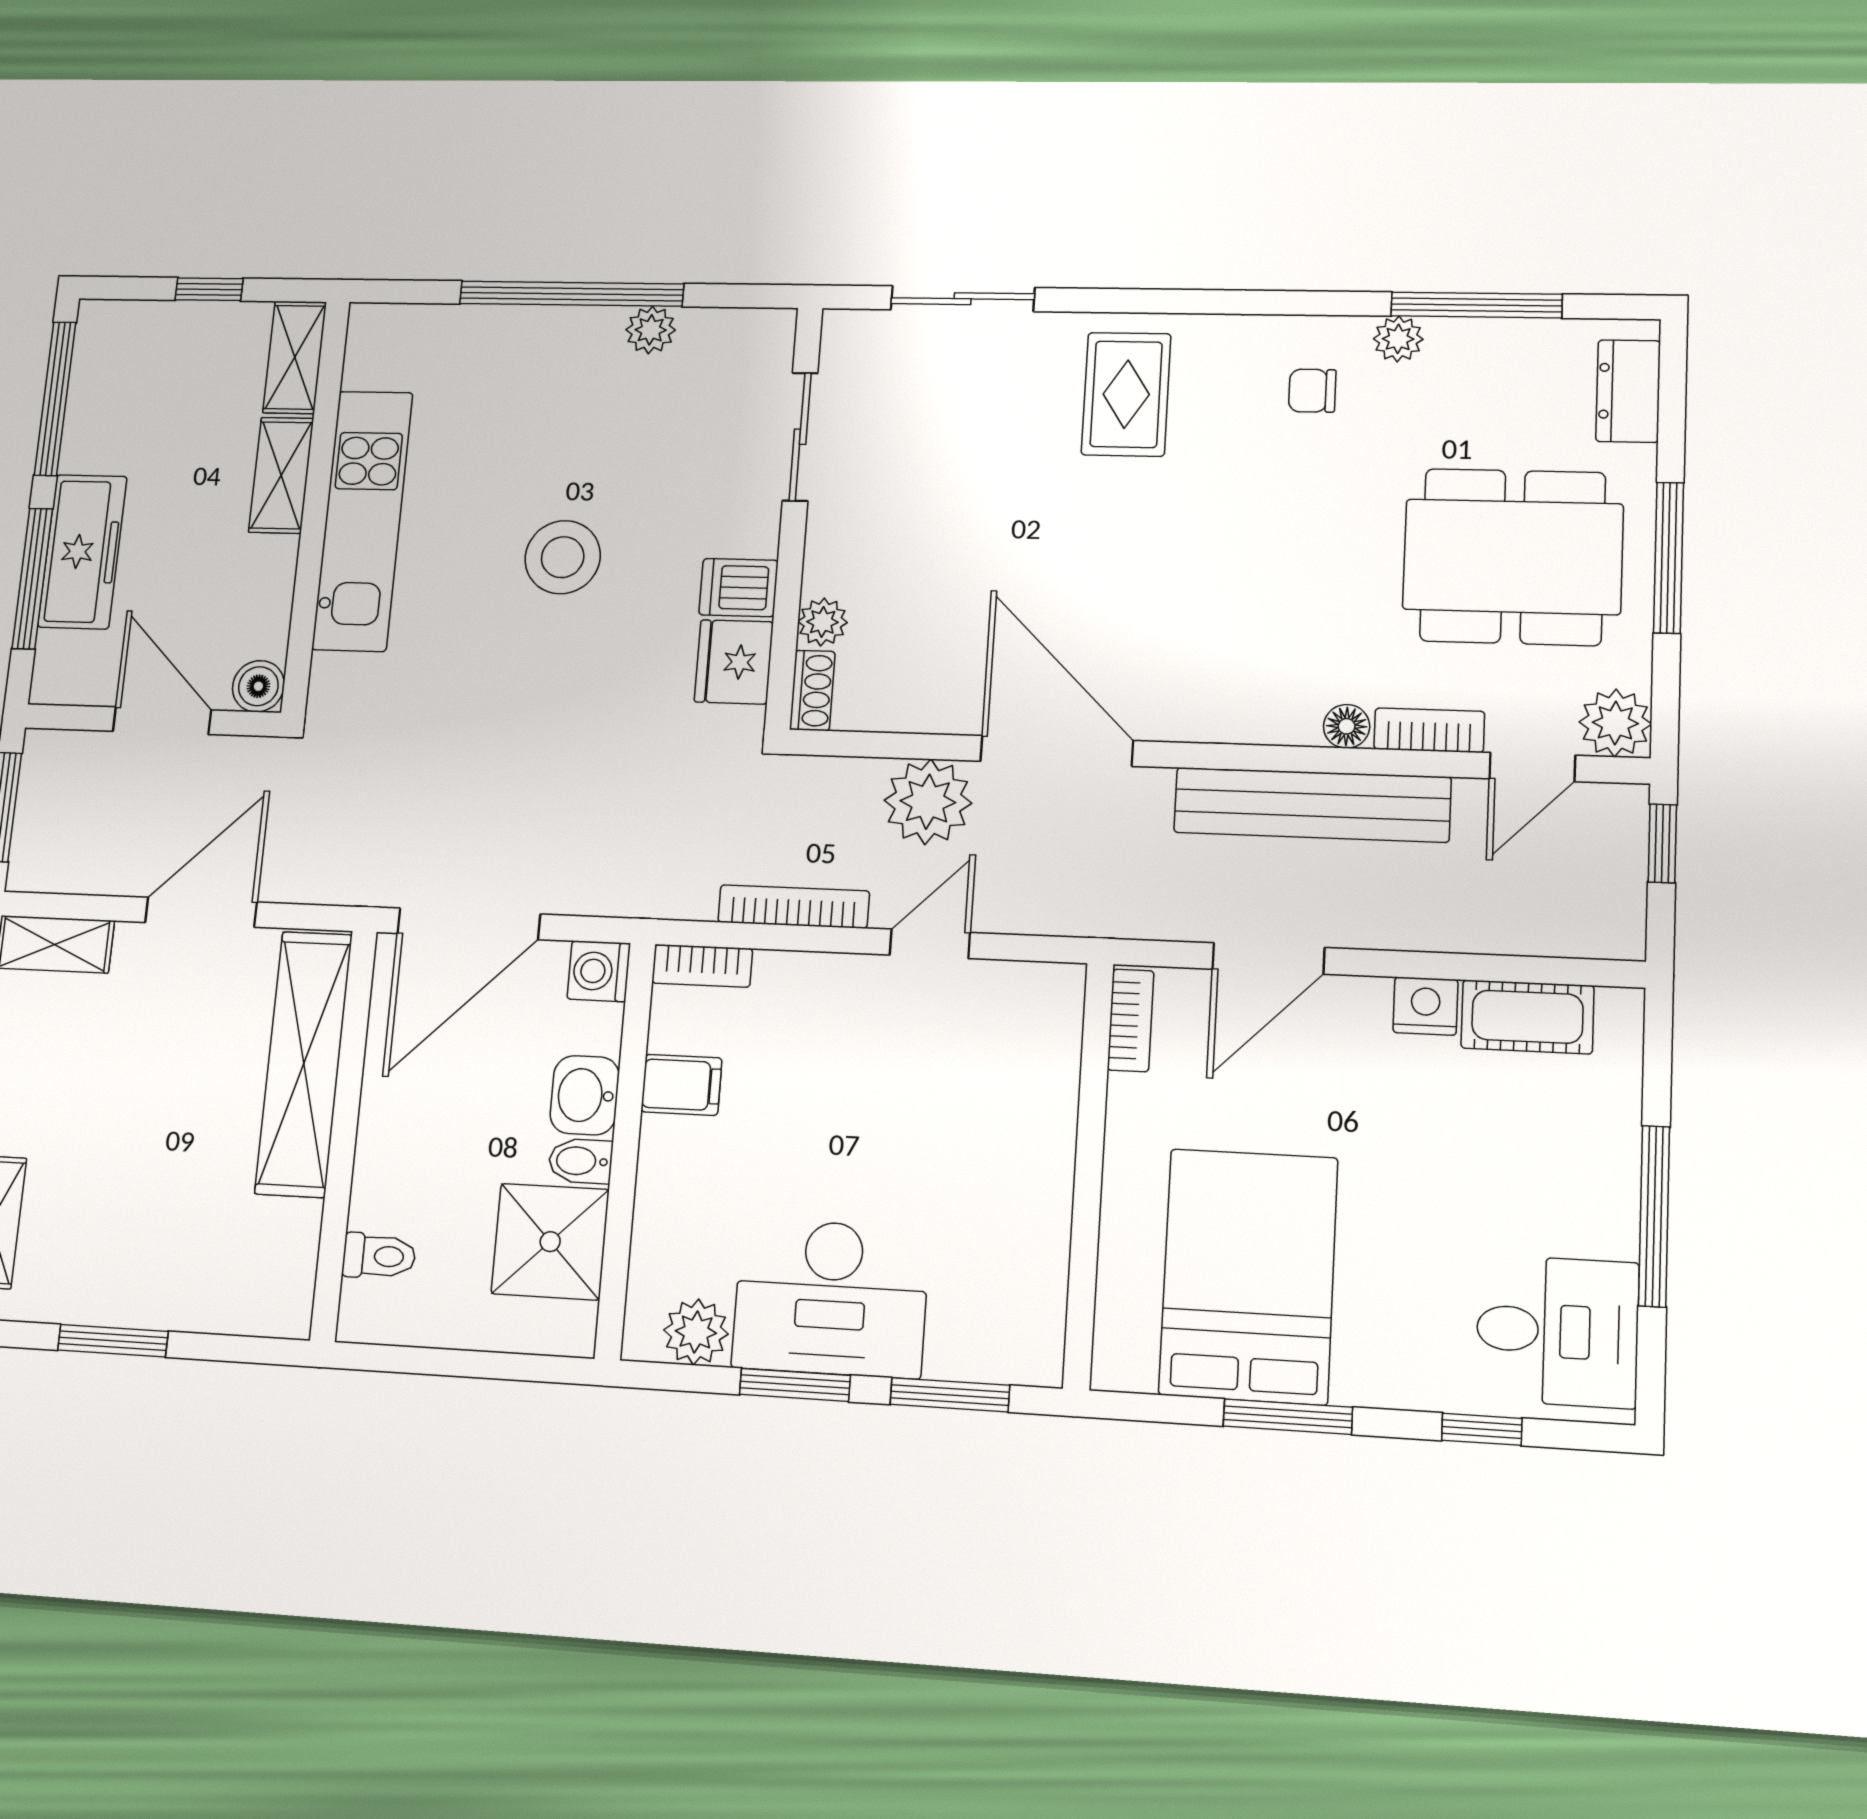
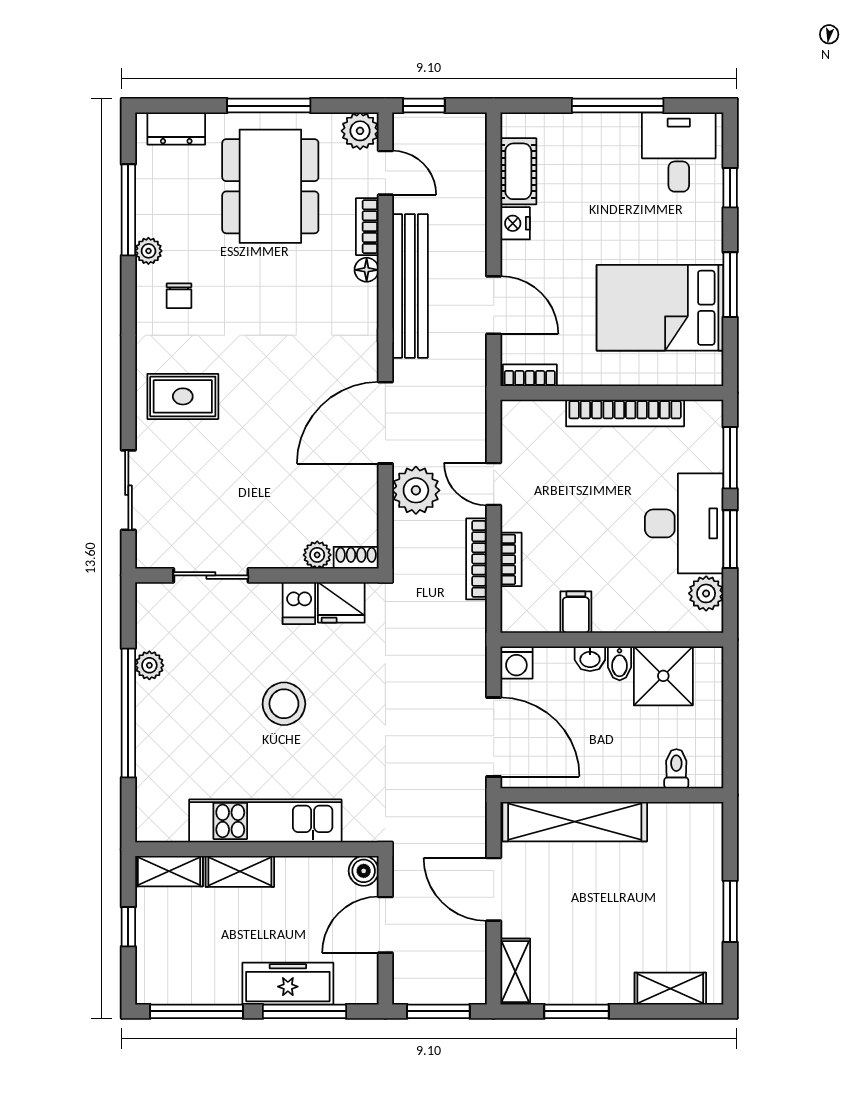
bookcase: (702, 966) -> (511, 559), moved
washbasin: (585, 1095) -> (590, 659), width x0.72, depth x0.69
bookcase: (1048, 1197) -> (625, 413), added

